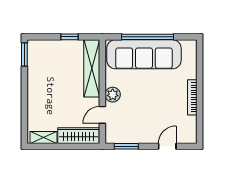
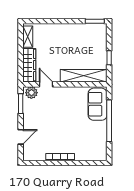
sofa: (144, 54) -> (98, 104), width x0.54, depth x0.79
plant: (113, 95) -> (31, 93), moved
door: (167, 146) -> (21, 137), hinge flipped

